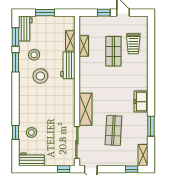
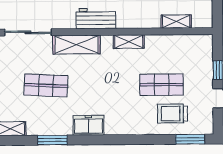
window: (151, 32) -> (190, 139), added
shelving: (84, 46) -> (129, 42), moved
workbench: (68, 65) -> (96, 19), moved

